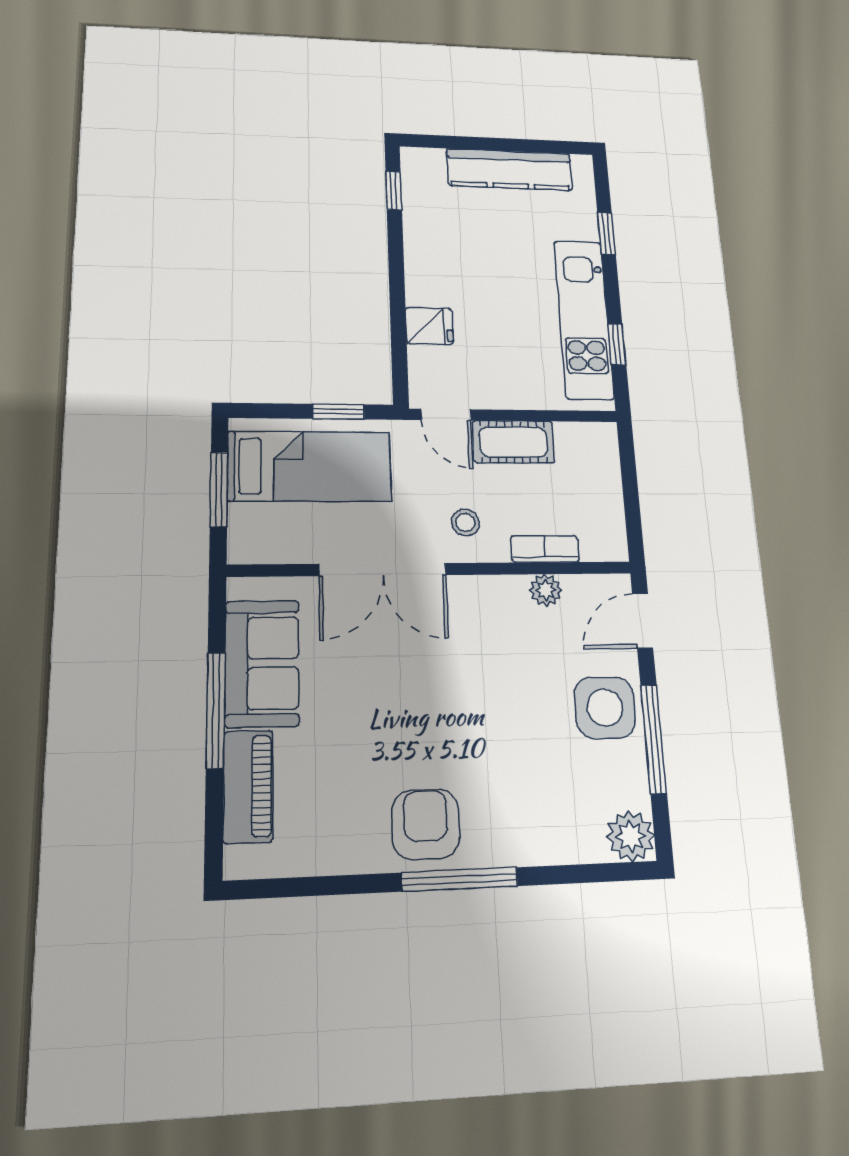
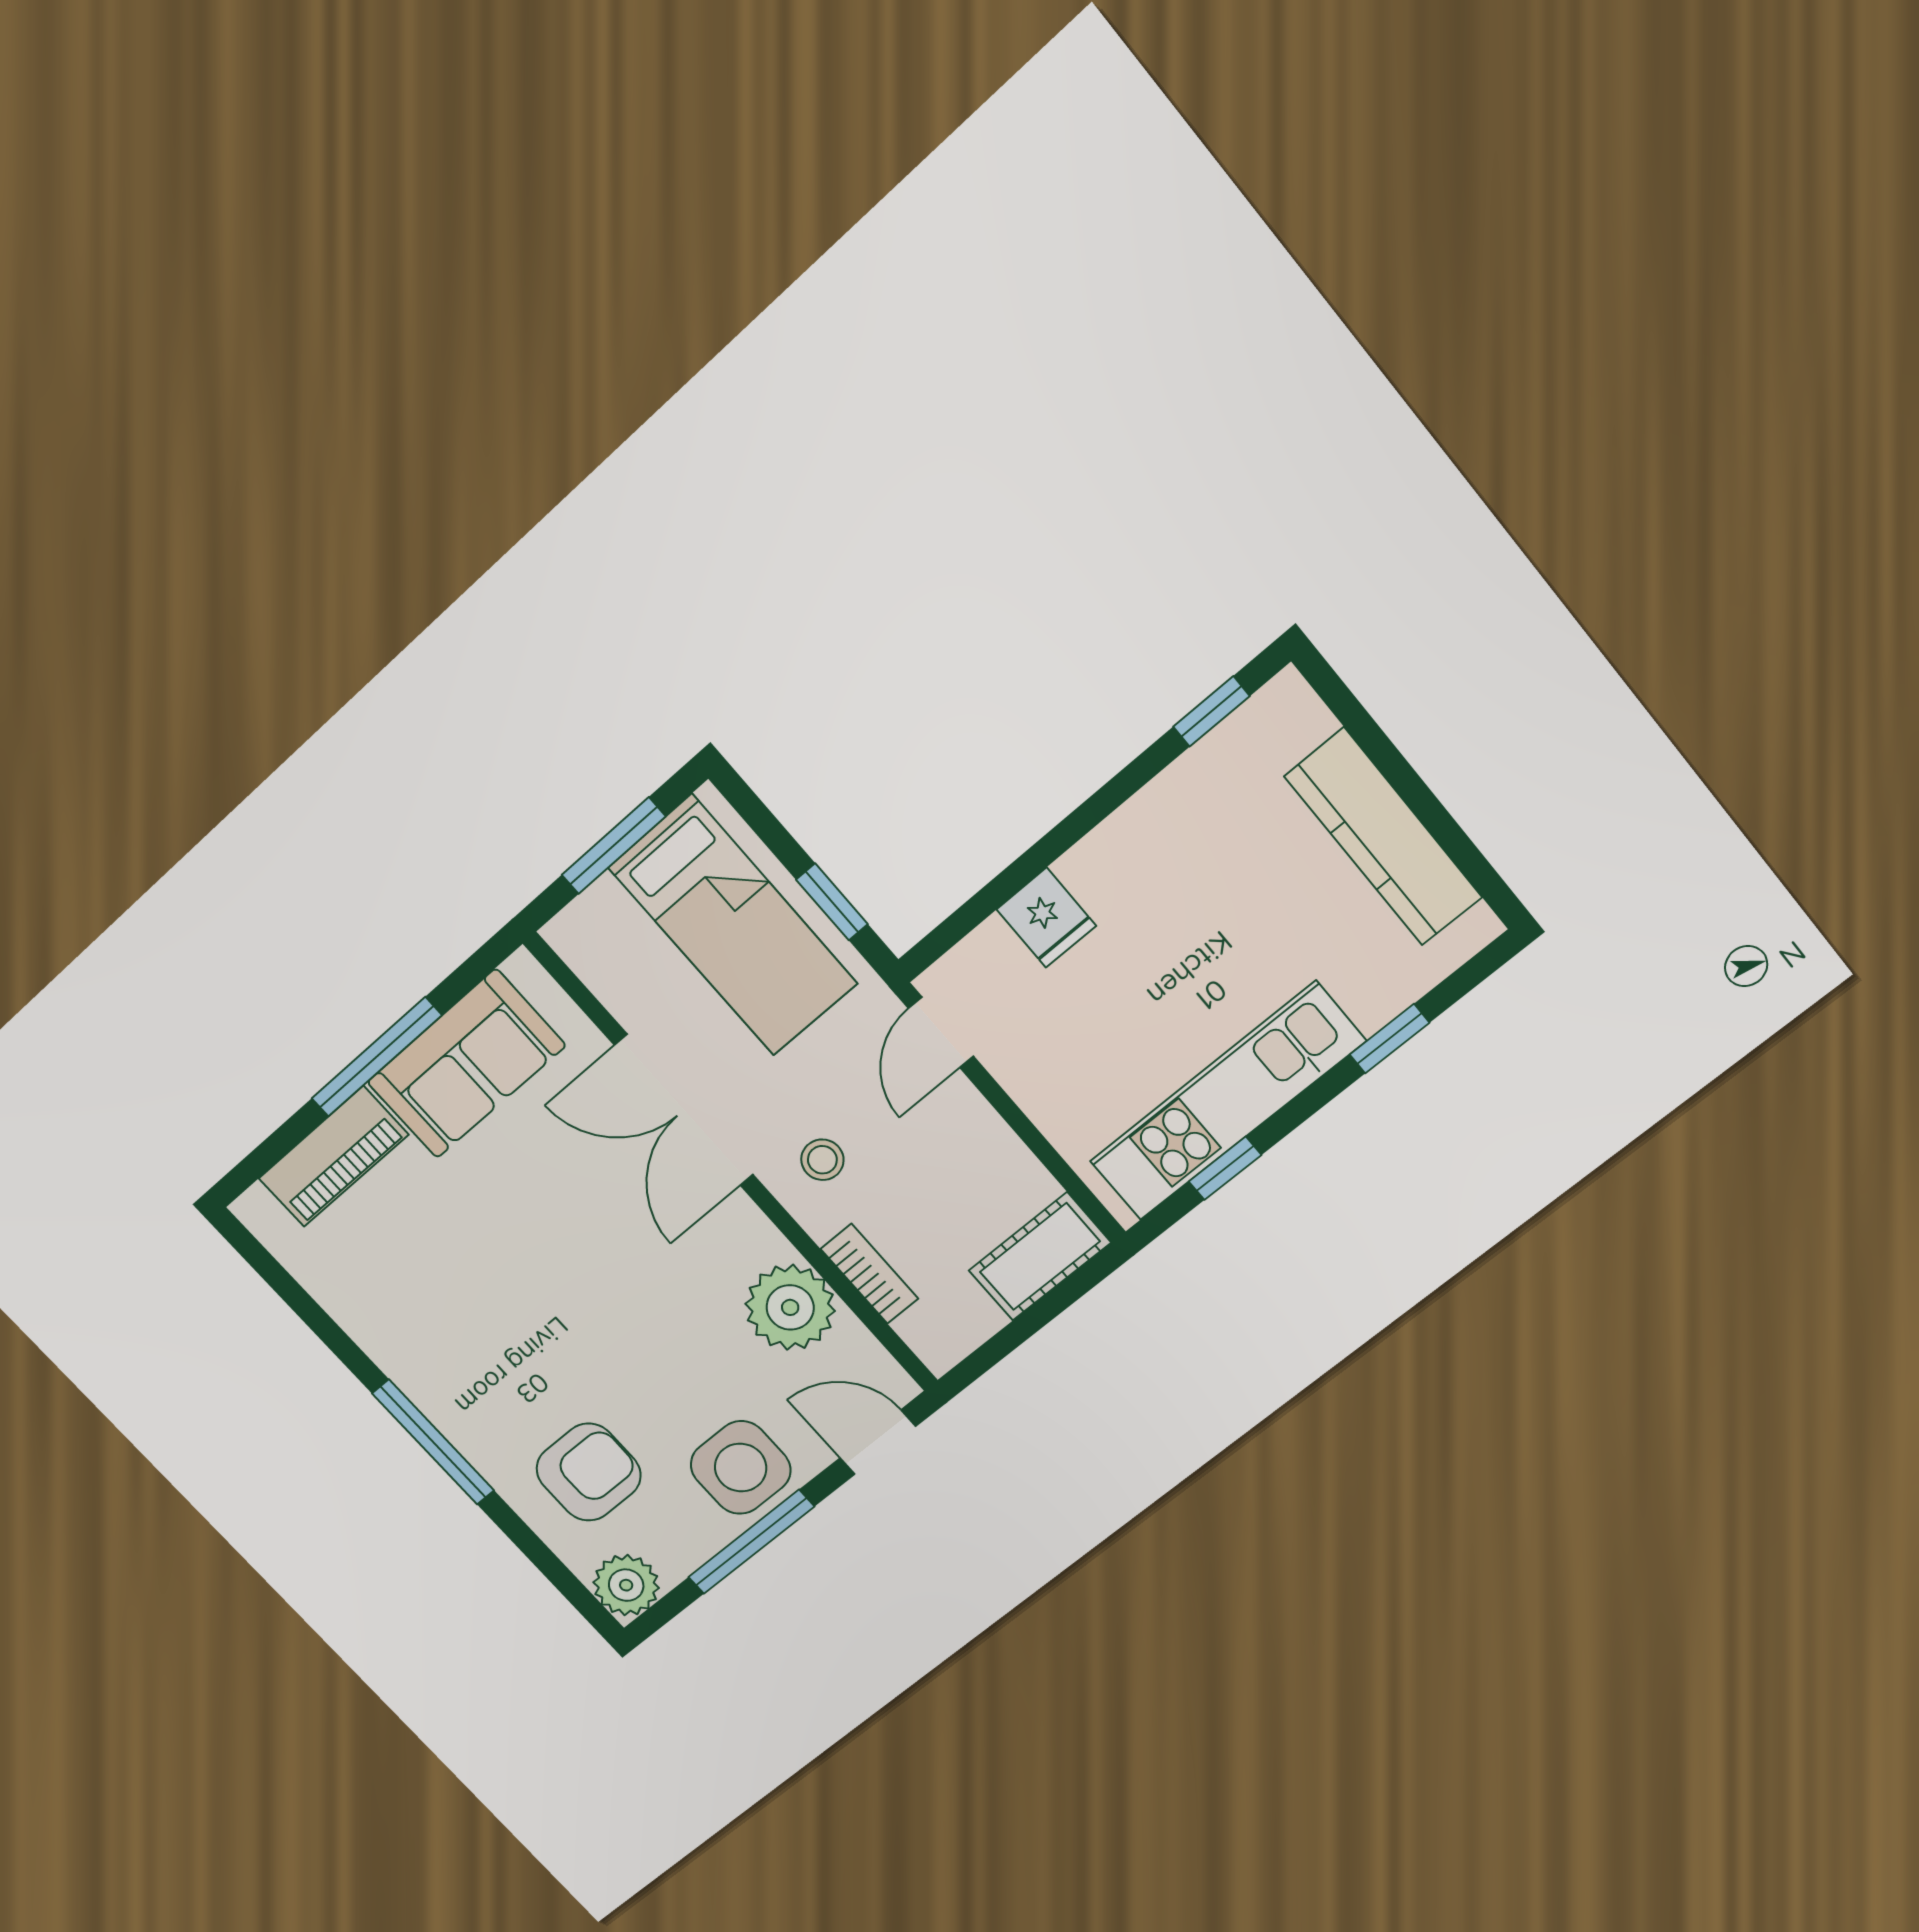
cot: (513, 442) -> (1040, 1257), moved, turned 90
plant: (546, 590) -> (790, 1307), width x1.87, depth x1.87
armchair: (426, 824) -> (589, 1472), moved

